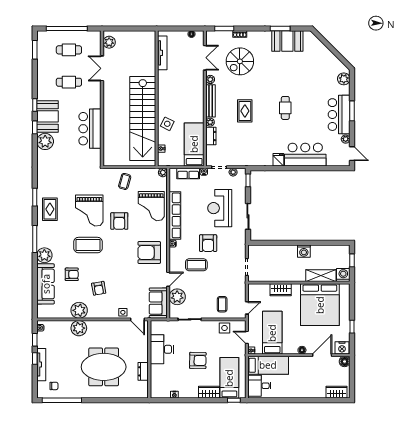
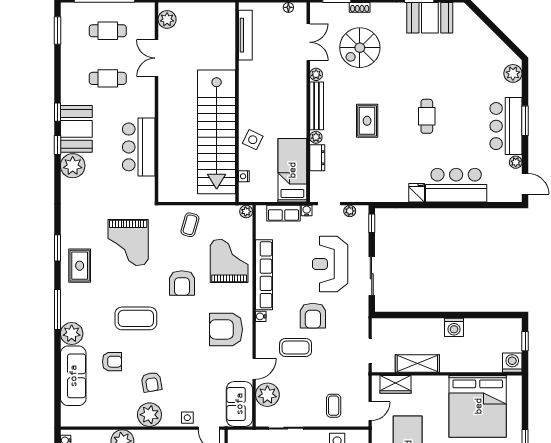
grand piano: (151, 206) -> (229, 261), turned 180
grand piano: (89, 210) -> (128, 242), moved
shelving: (321, 276) -> (417, 364), moved
wardrobe: (281, 290) -> (395, 384), moved
plant: (79, 310) -> (149, 415), moved

